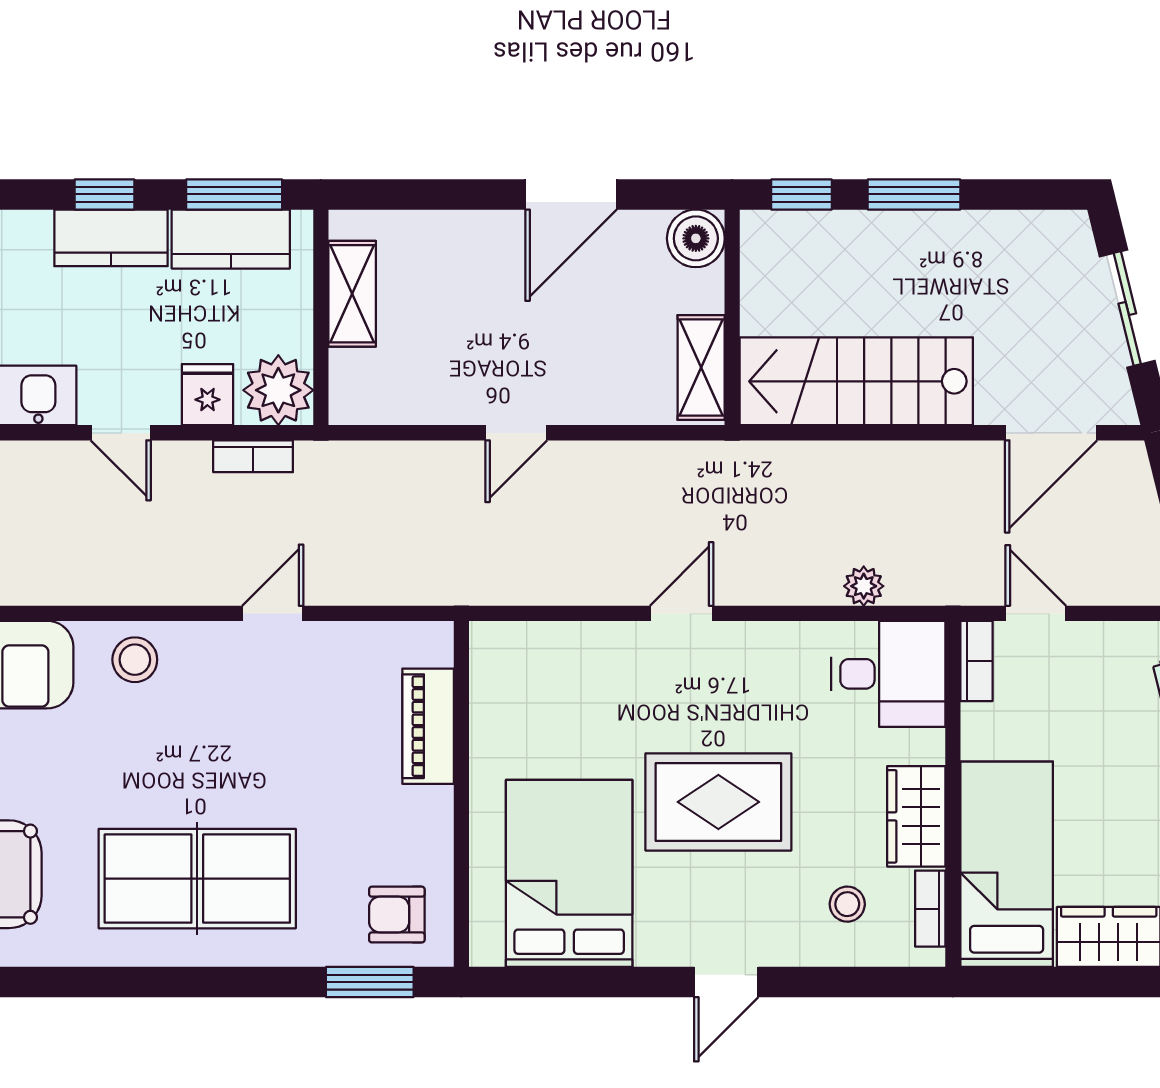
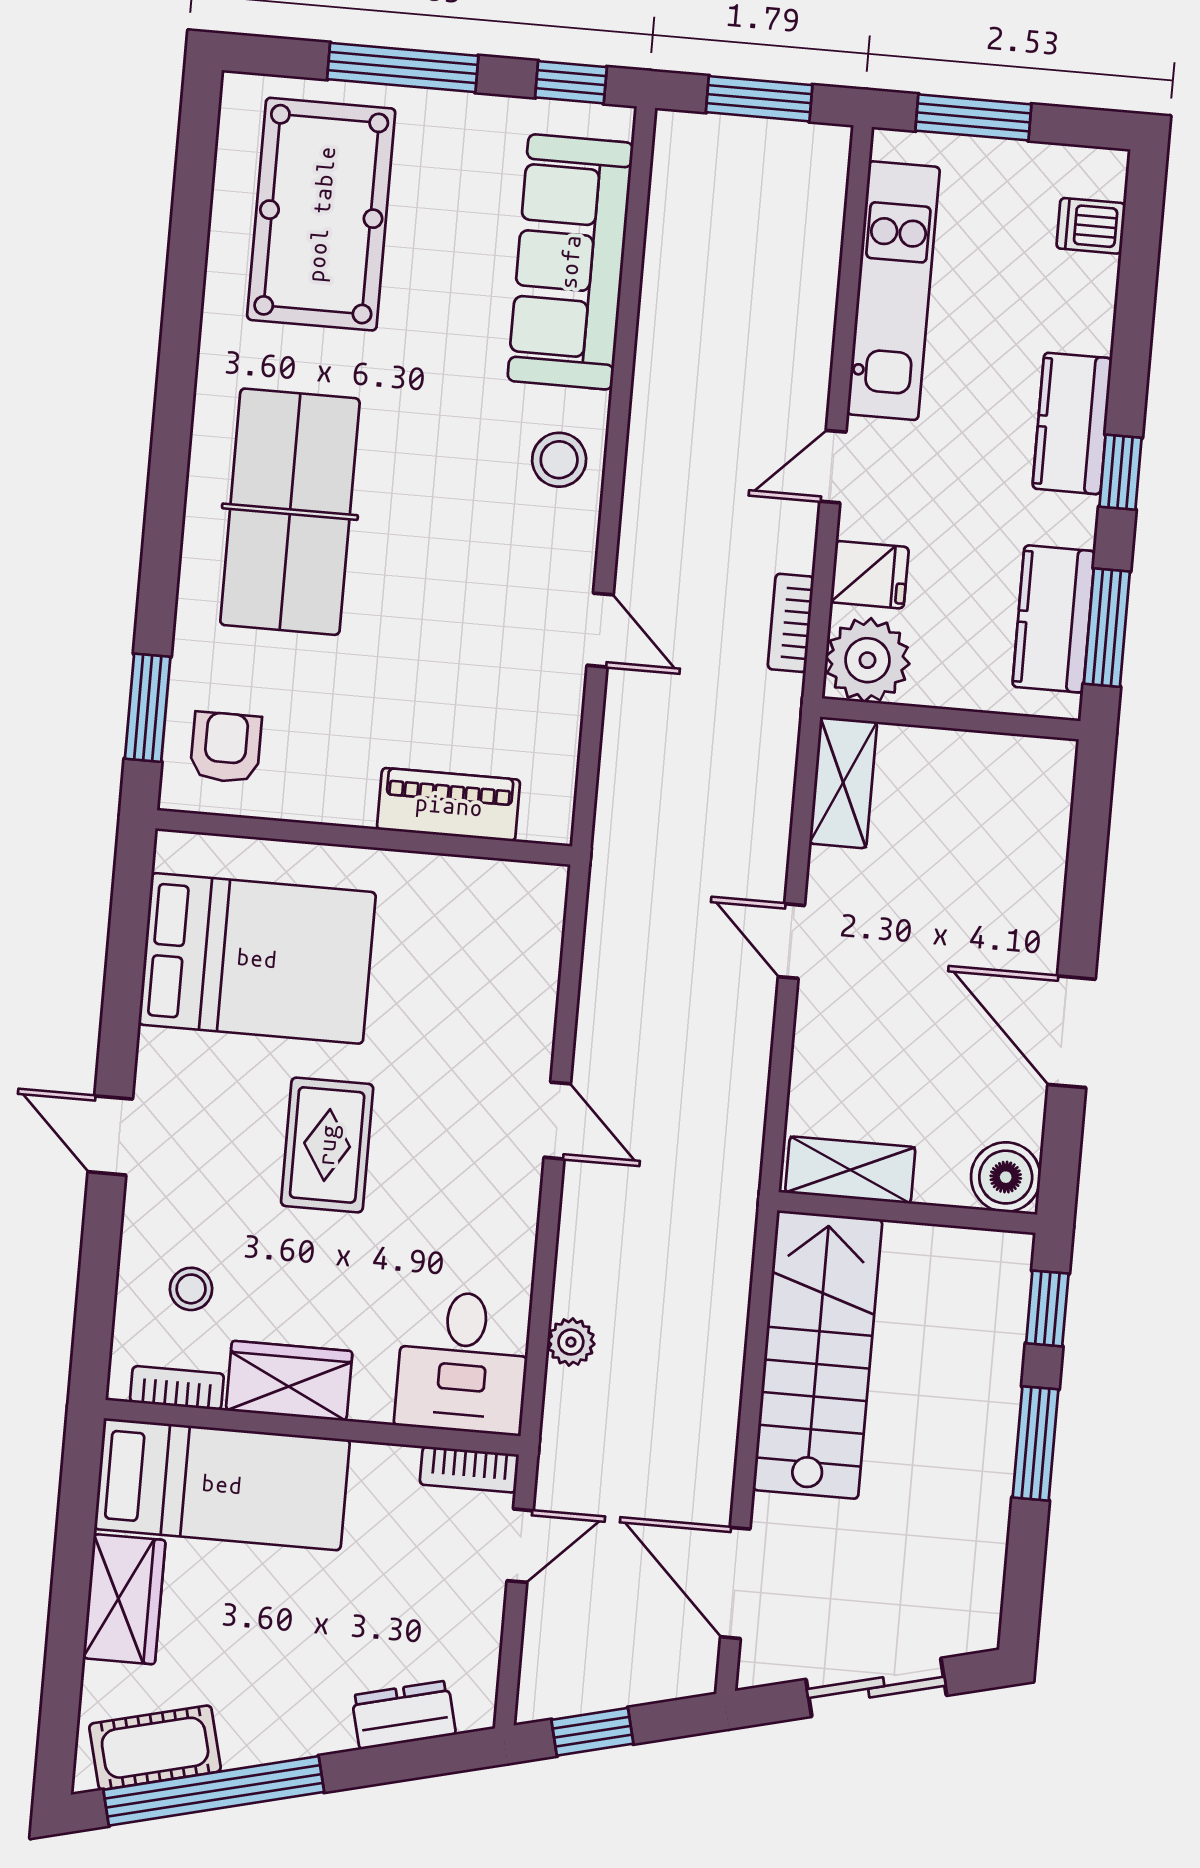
kitchen counter: (111, 238) -> (1072, 423), moved
shelving: (352, 294) -> (843, 783), moved, turned 90
rug: (718, 802) -> (327, 1145), width x0.73, depth x0.70

